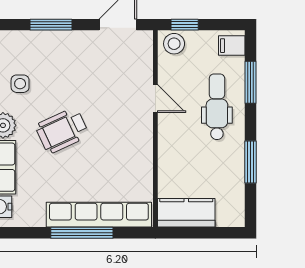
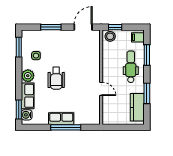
door: (155, 99) -> (101, 89), moved
wheelchair: (62, 131) -> (56, 78), turned -65
kitchen counter: (186, 213) -> (137, 107), moved, turned -90
row of seats: (99, 215) -> (61, 119), width x0.50

